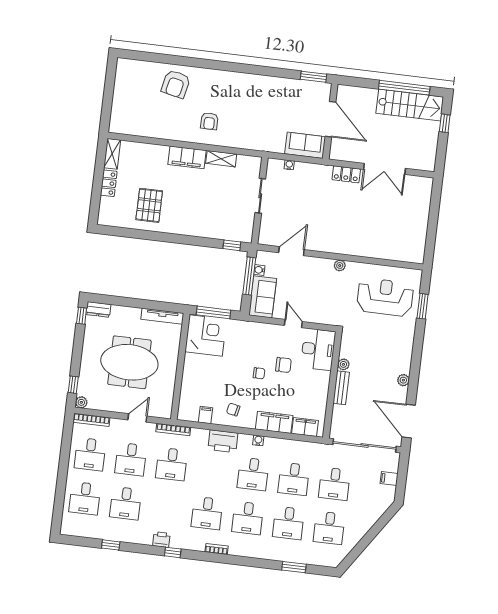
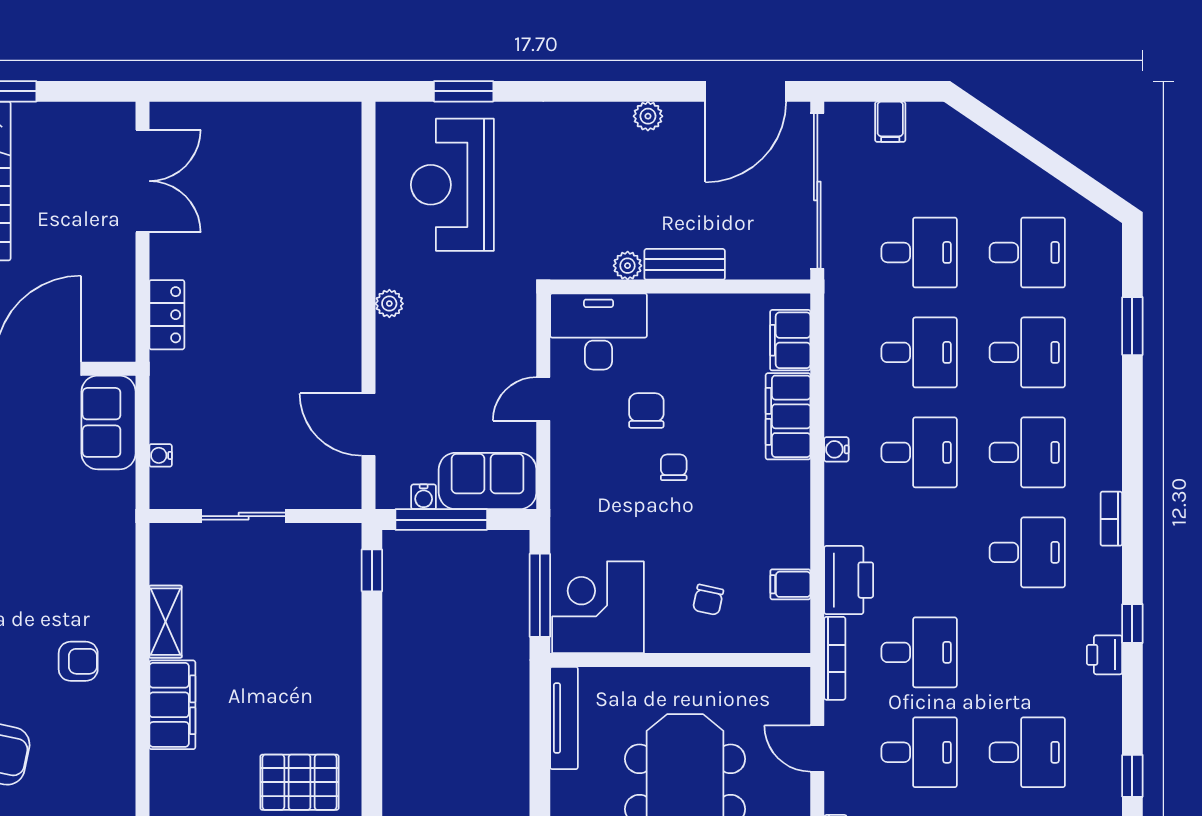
double door: (384, 169) -> (142, 181), moved
chair: (233, 410) -> (708, 600), moved
printer: (223, 441) -> (849, 580), moved

